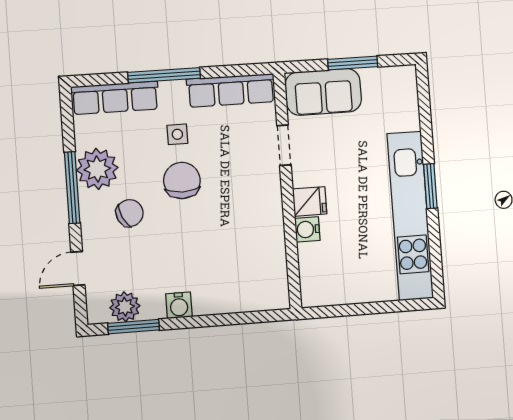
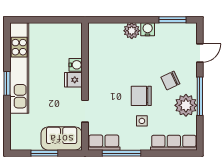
window: (164, 75) -> (121, 153), moved
row of seats: (231, 90) -> (104, 143), width x0.68
chair: (182, 181) -> (141, 96), turned 90
plant: (125, 307) -> (132, 31), moved

